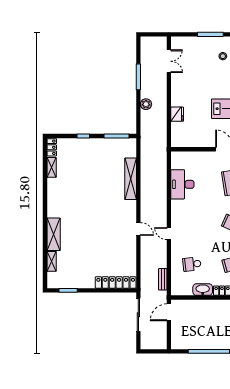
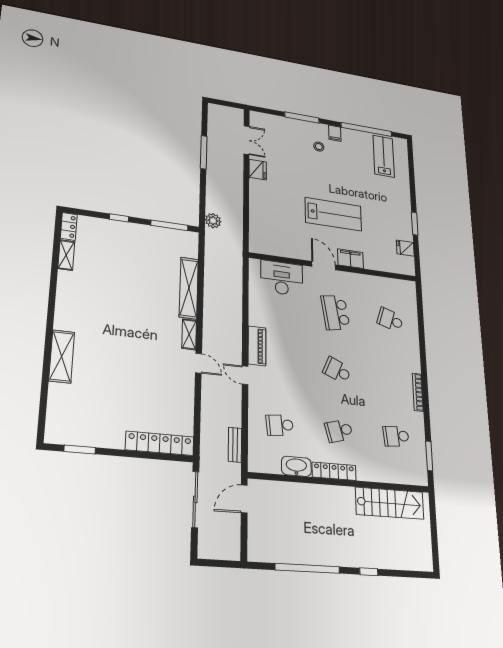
plant: (146, 104) -> (213, 221), moved
fridge: (177, 114) -> (258, 170), moved
desk: (182, 184) -> (282, 278), moved, turned 90
piano: (177, 213) -> (257, 346), added
shelving: (52, 261) -> (189, 334), moved

